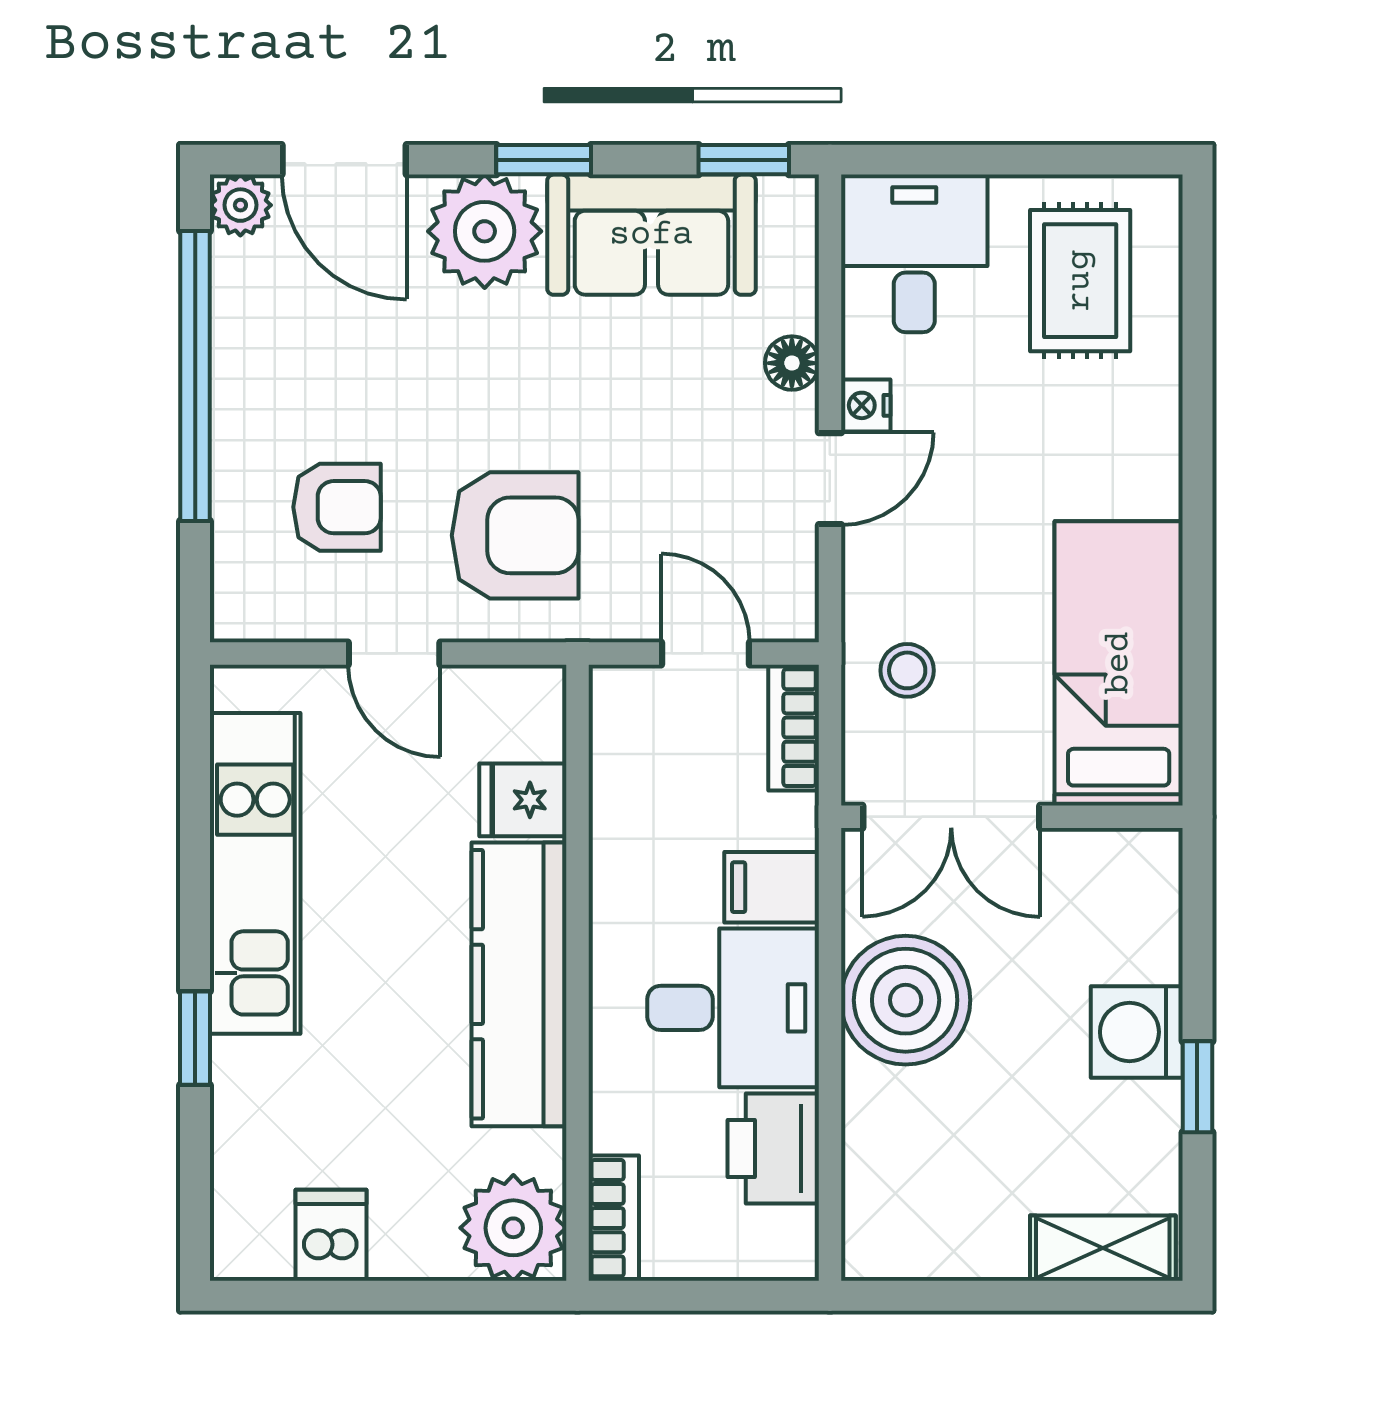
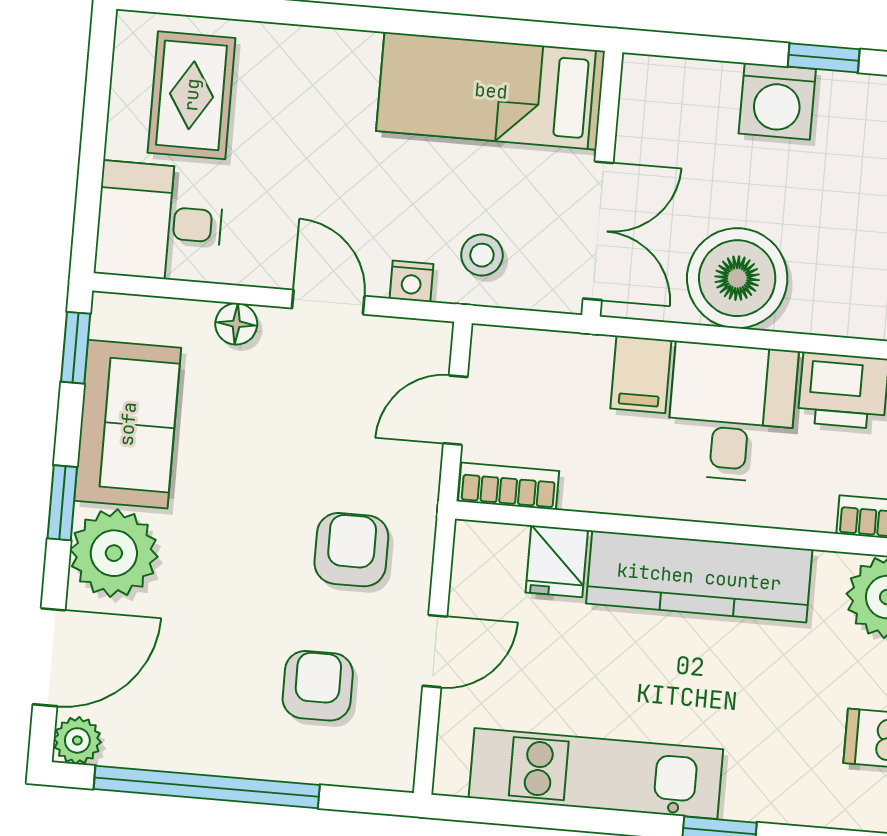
rug: (1080, 281) -> (192, 95), turned 90
nightstand: (866, 405) -> (411, 281), moved
armchair: (515, 535) -> (351, 550), width x0.72, depth x0.72
bookcase: (794, 728) -> (509, 486), moved, turned 180

